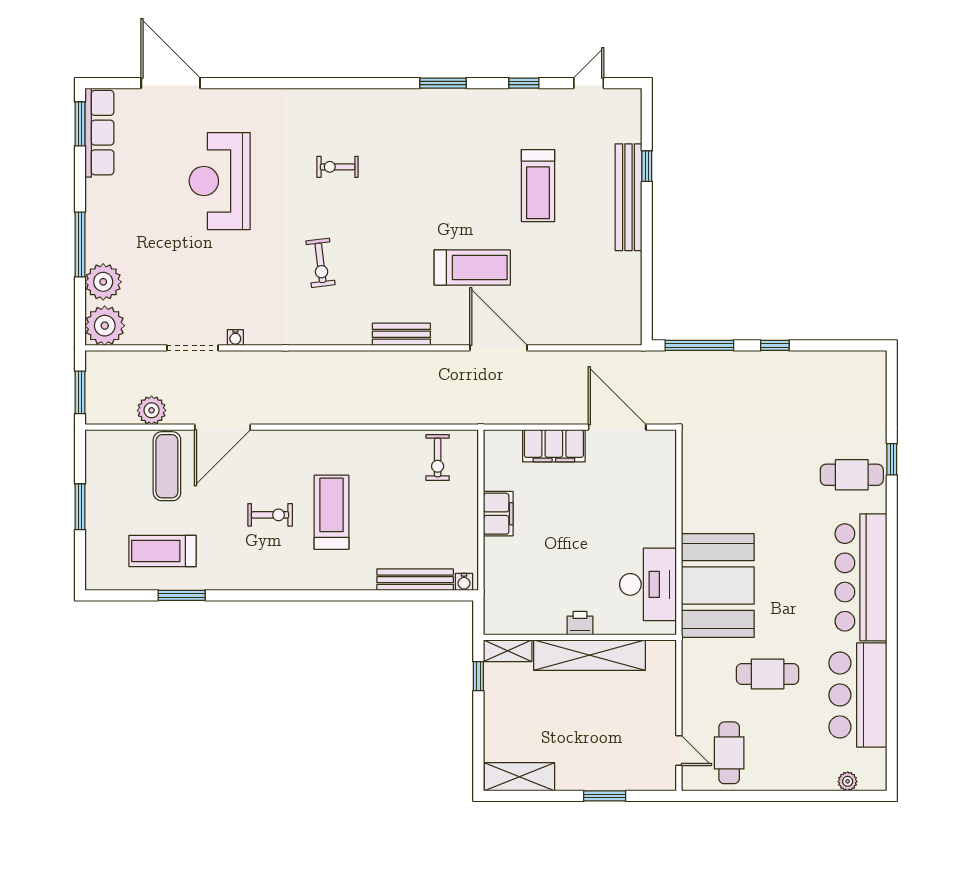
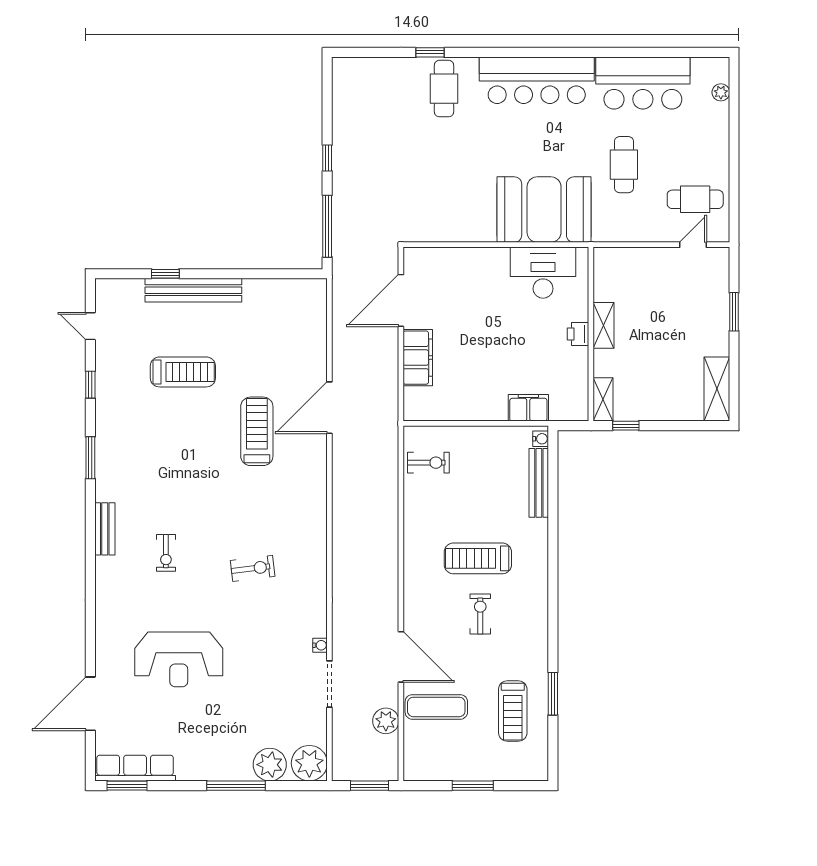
bench: (401, 334) -> (105, 529), moved
filing cabinet: (498, 514) -> (528, 408), moved
shelving: (590, 655) -> (603, 325), width x0.45, depth x0.75

